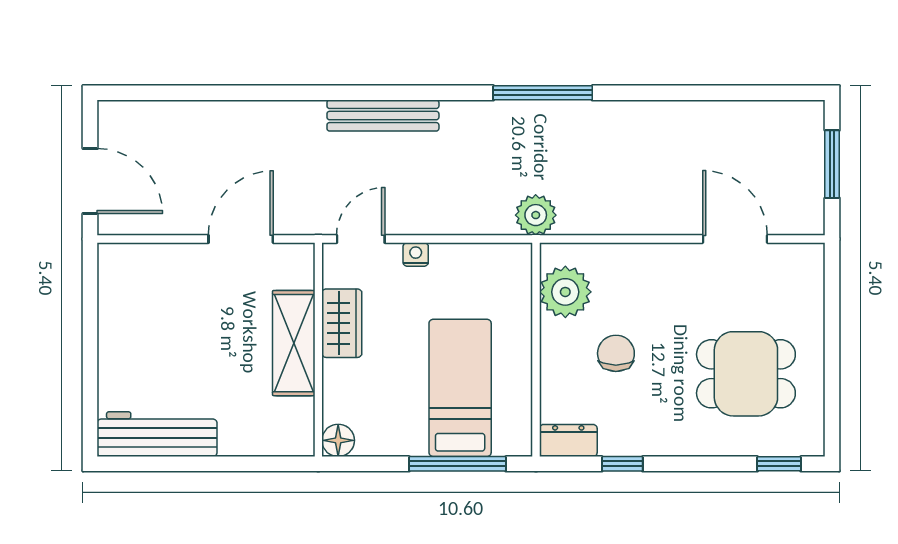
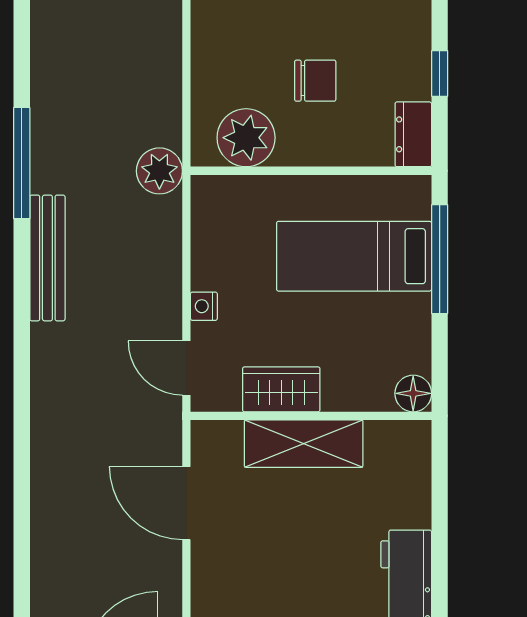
bench: (383, 116) -> (47, 258), moved
chair: (616, 353) -> (315, 81), turned 180

